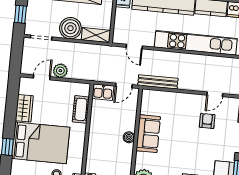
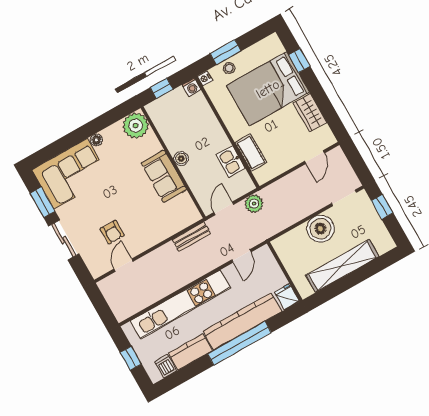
shelving: (96, 35) -> (289, 240), removed
door: (134, 47) -> (241, 256), swing flipped
plant: (60, 71) -> (254, 204), moved
bench: (158, 82) -> (191, 237), width x0.73
kitchen sink: (103, 92) -> (231, 161), moved, turned -90

